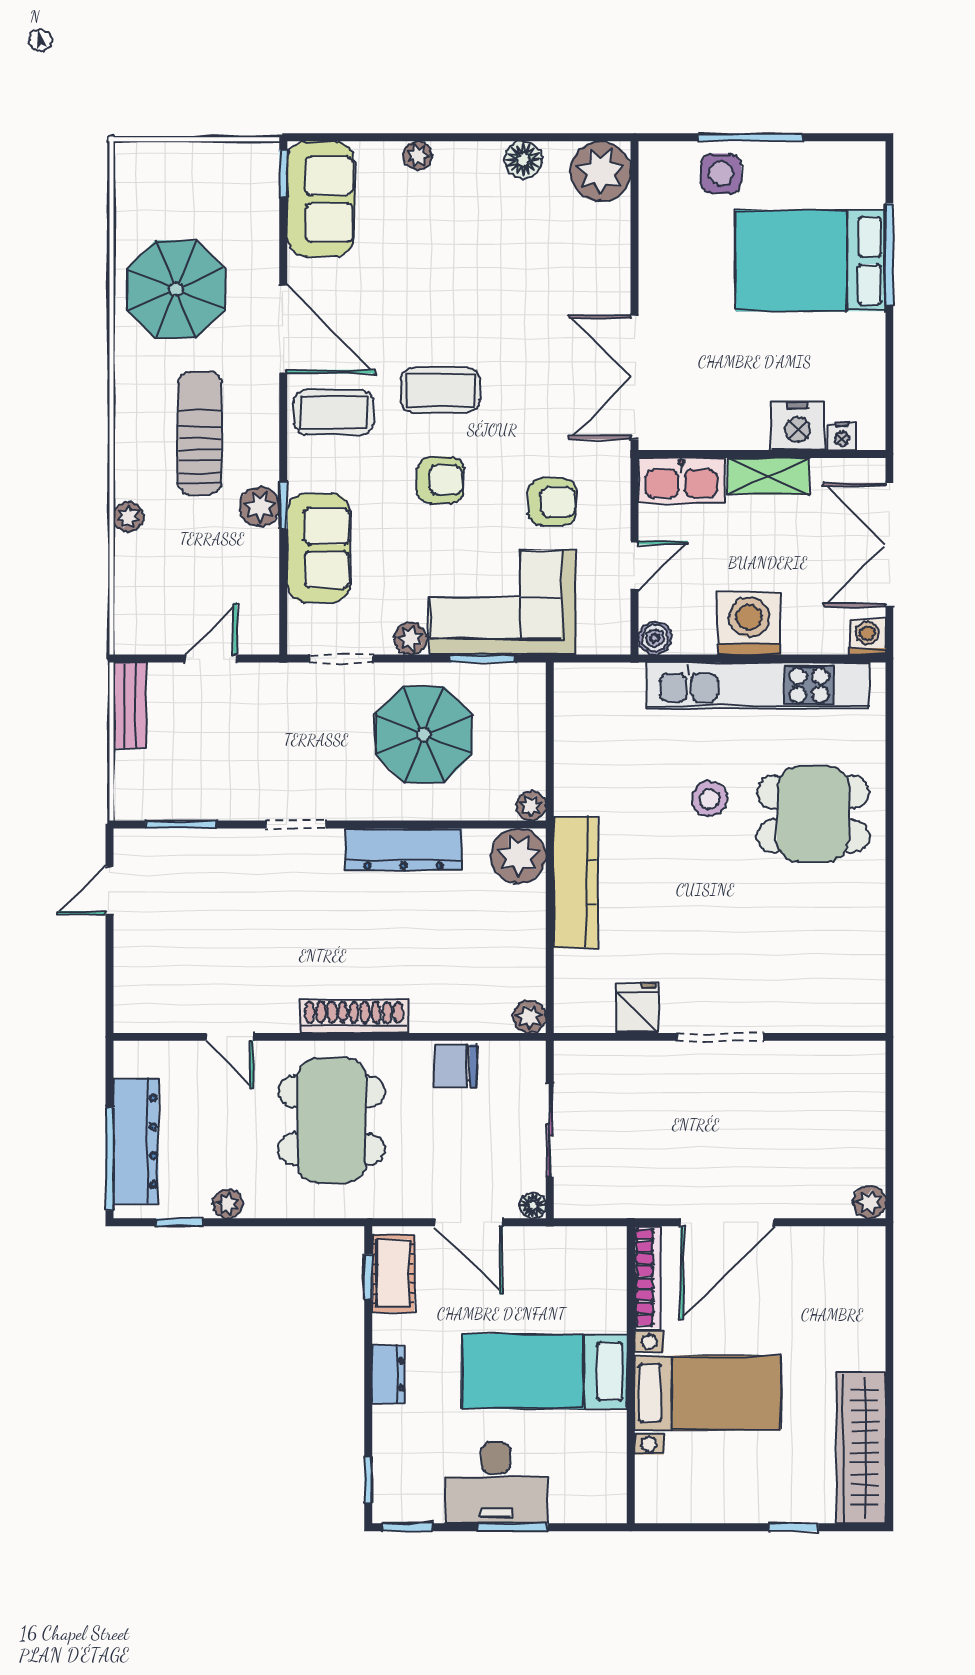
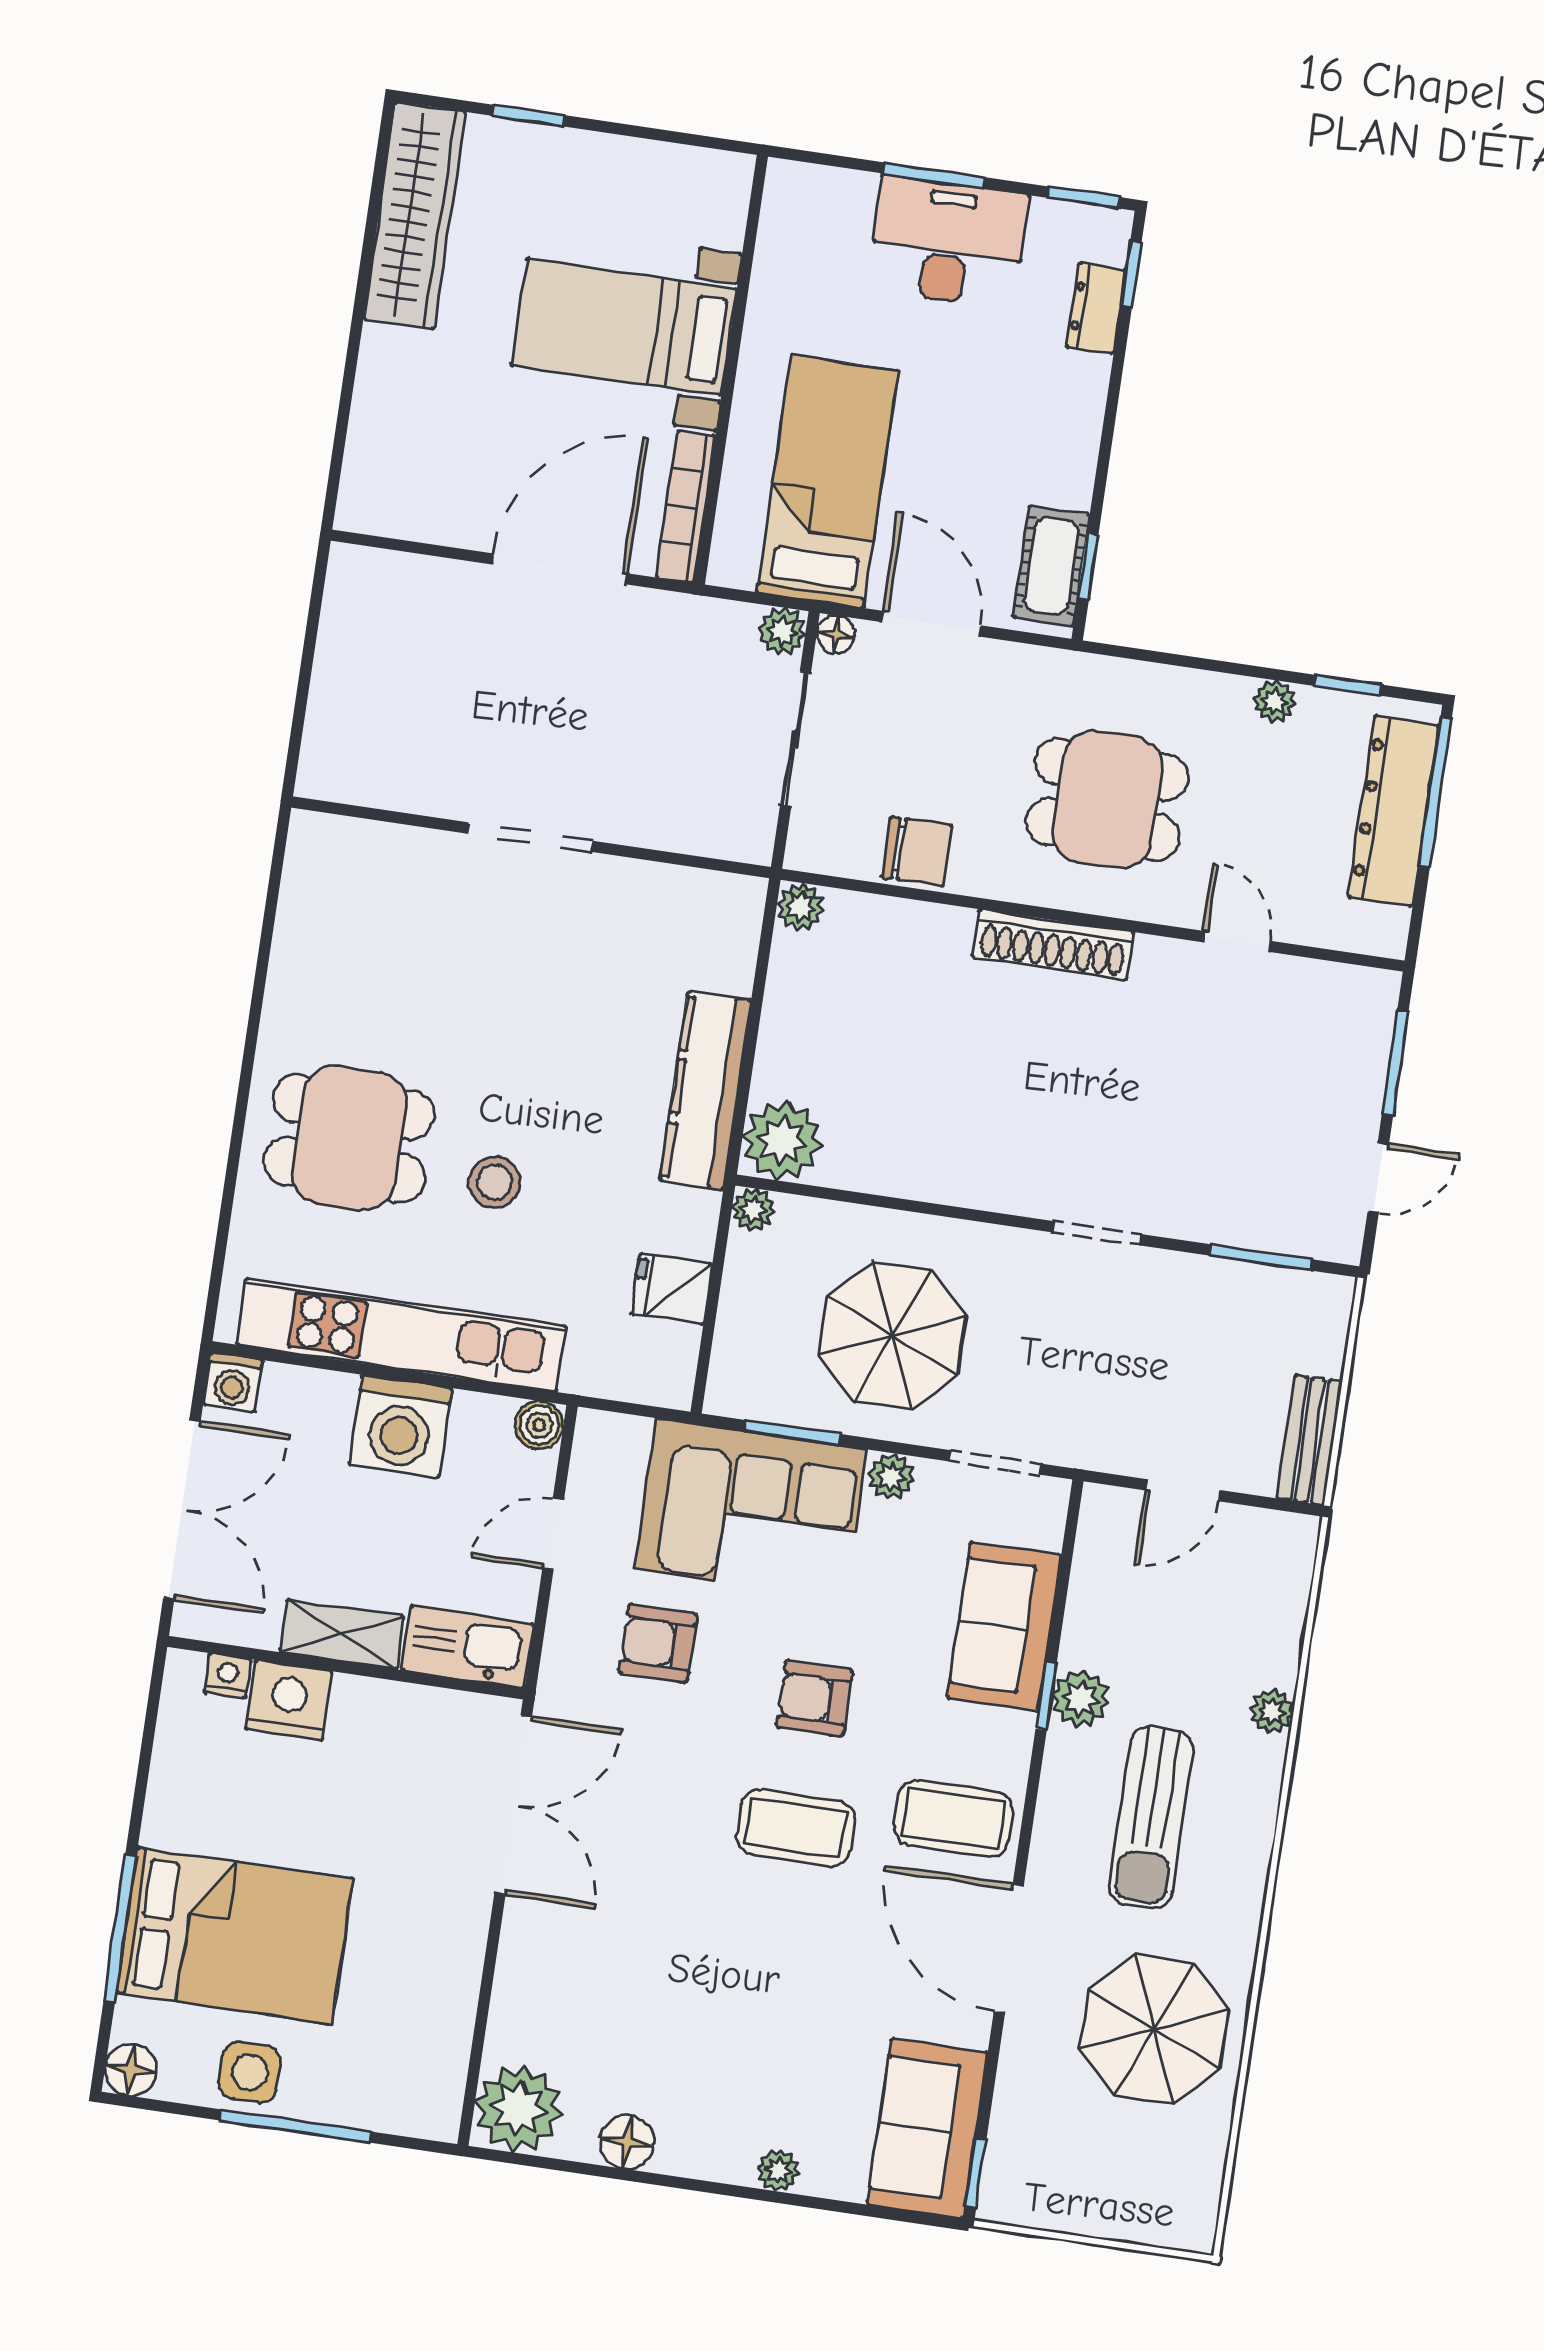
floor lamp: (868, 159) -> (131, 2070), added
side table: (721, 174) -> (250, 2072), moved
dresser: (403, 849) -> (946, 1175), removed
window: (110, 970) -> (1395, 1063), added
fridge: (637, 1008) -> (672, 1289), moved, turned 90
dining table: (332, 1120) -> (1107, 799), width x0.73
plant: (869, 1202) -> (782, 631), moved
bed: (544, 1371) -> (827, 481), moved, turned -90
dresser: (388, 1374) -> (1096, 308), moved

